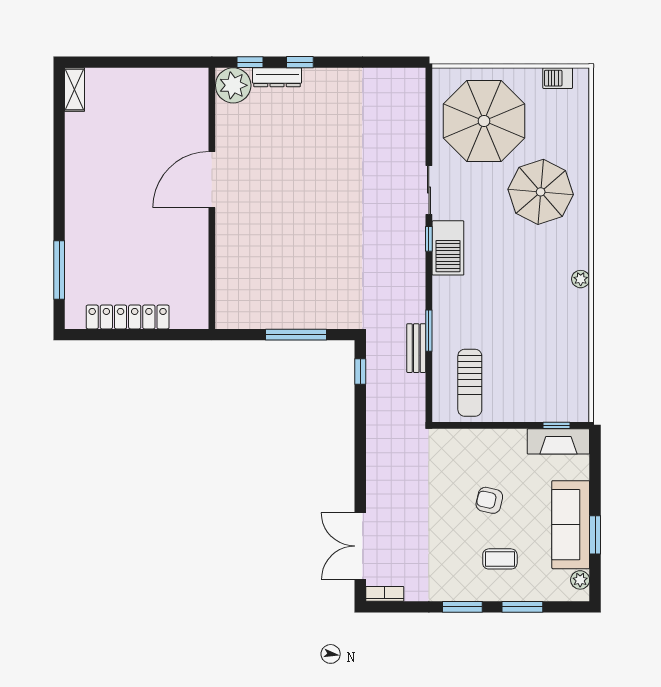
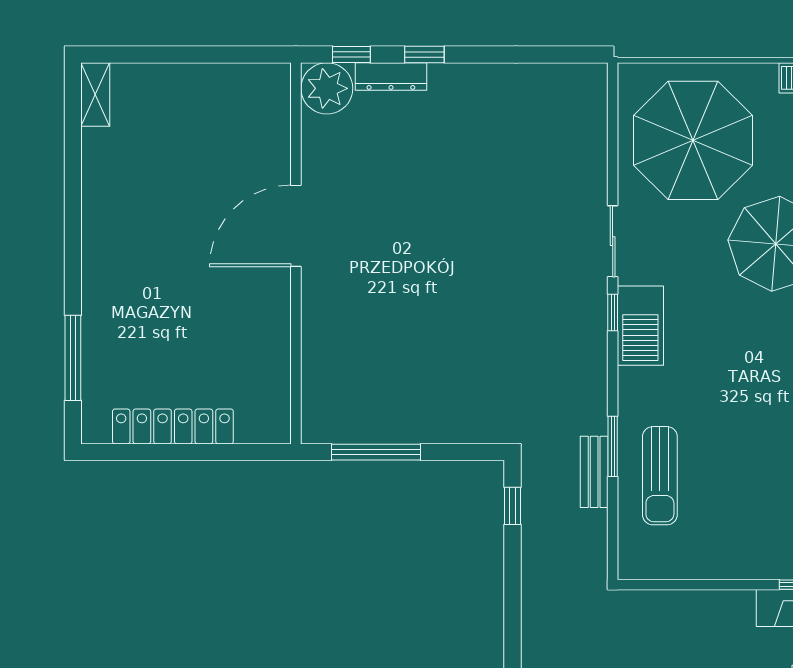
window: (296, 335) -> (376, 452), moved
sun lounger: (470, 383) -> (660, 476), moved

